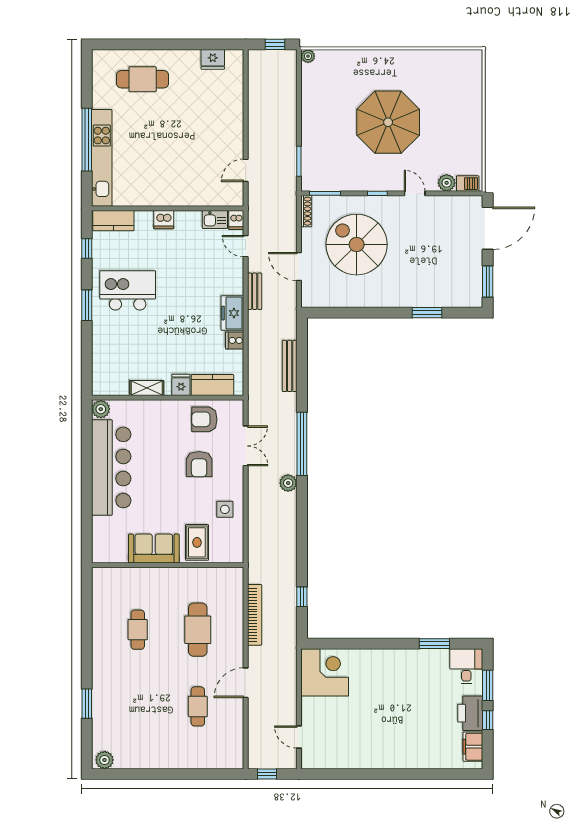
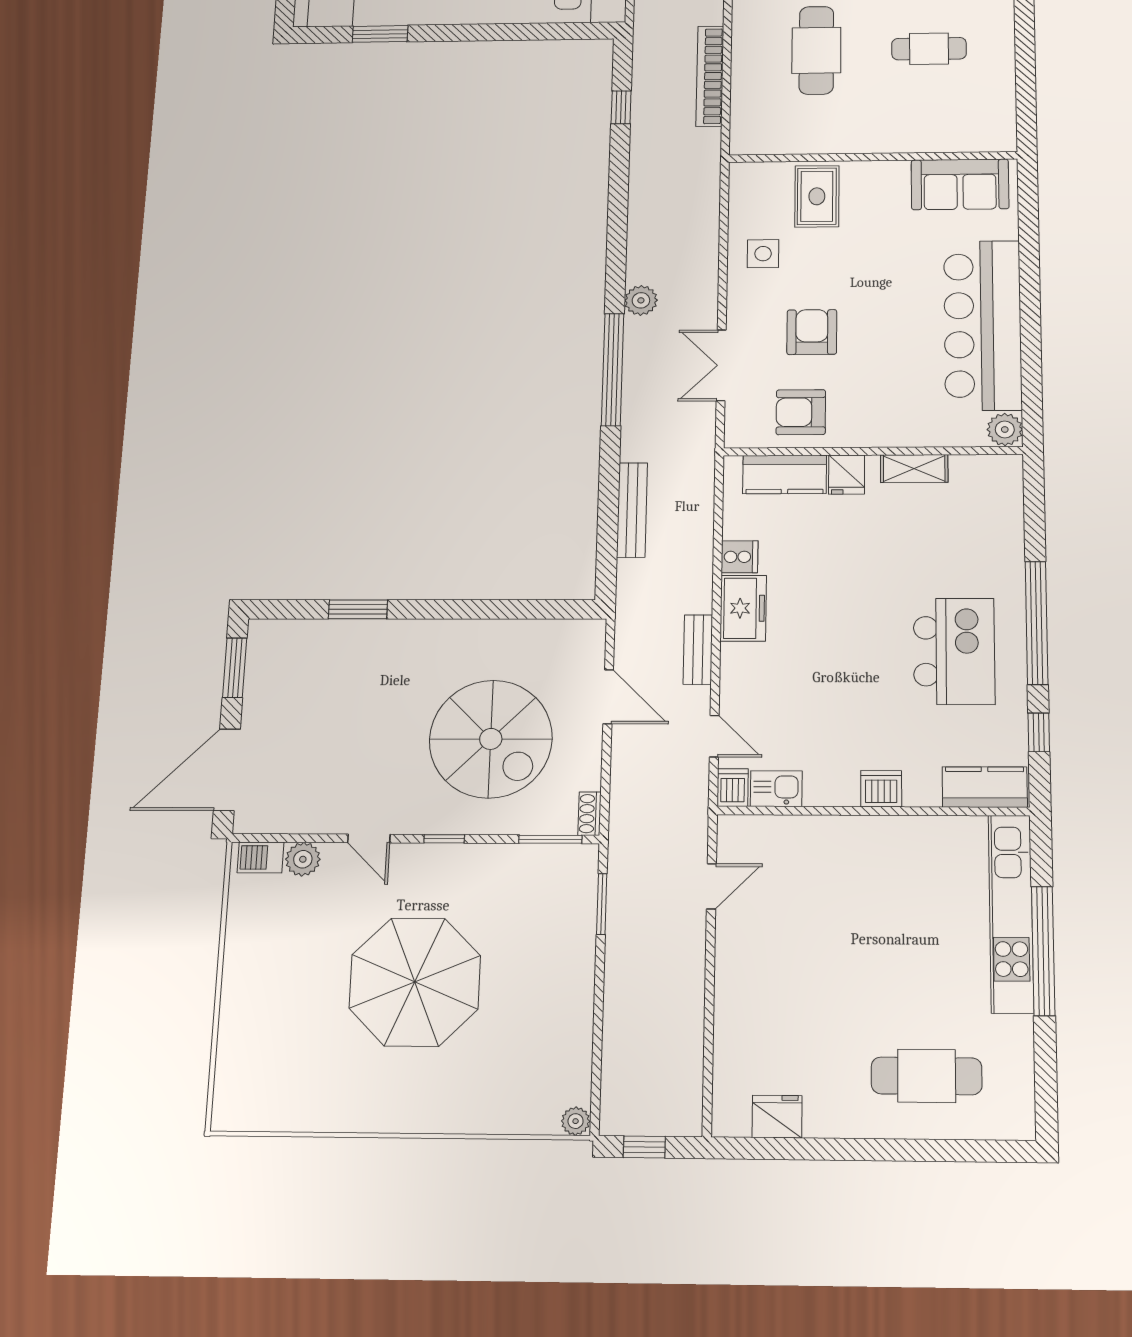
shoe rack: (306, 211) -> (590, 814), width x0.70
kitchen island: (128, 290) -> (954, 651), turned -90
window: (87, 305) -> (1037, 623), width x2.11
armchair: (204, 419) -> (801, 412), turned 180
sofa: (154, 549) -> (960, 184), moved
cafe table: (138, 630) -> (929, 49), turned 90

